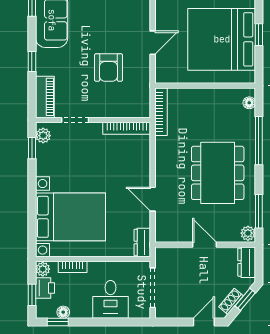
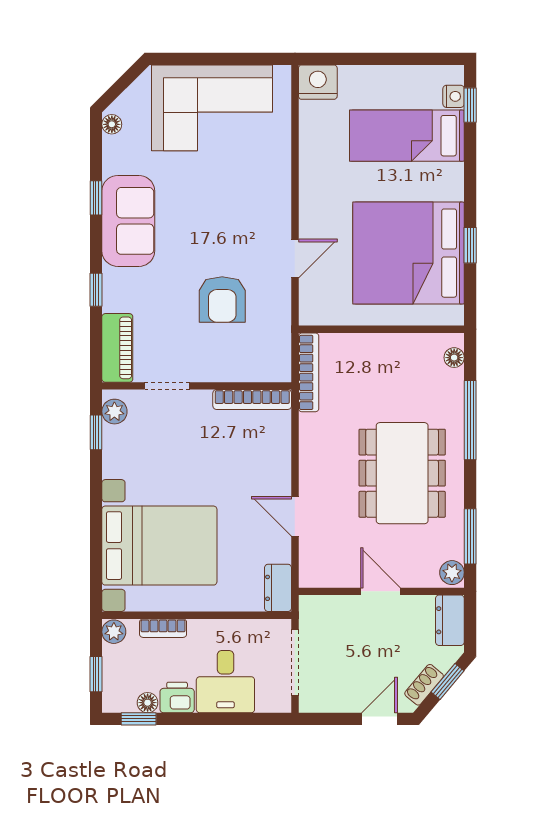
printer: (45, 288) -> (177, 697), moved, turned -90

